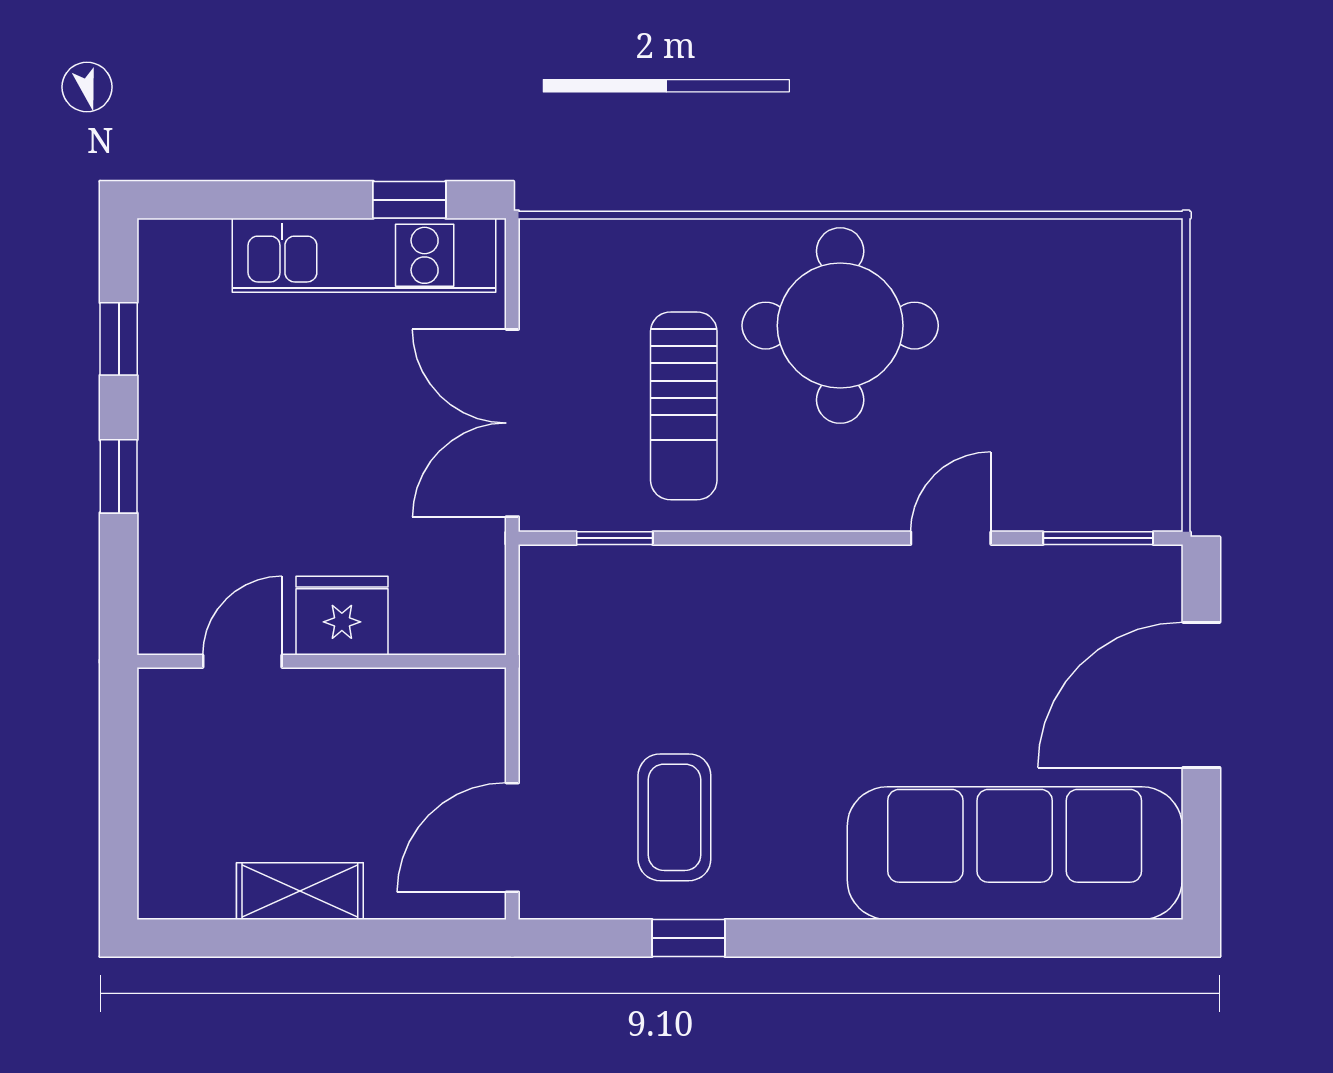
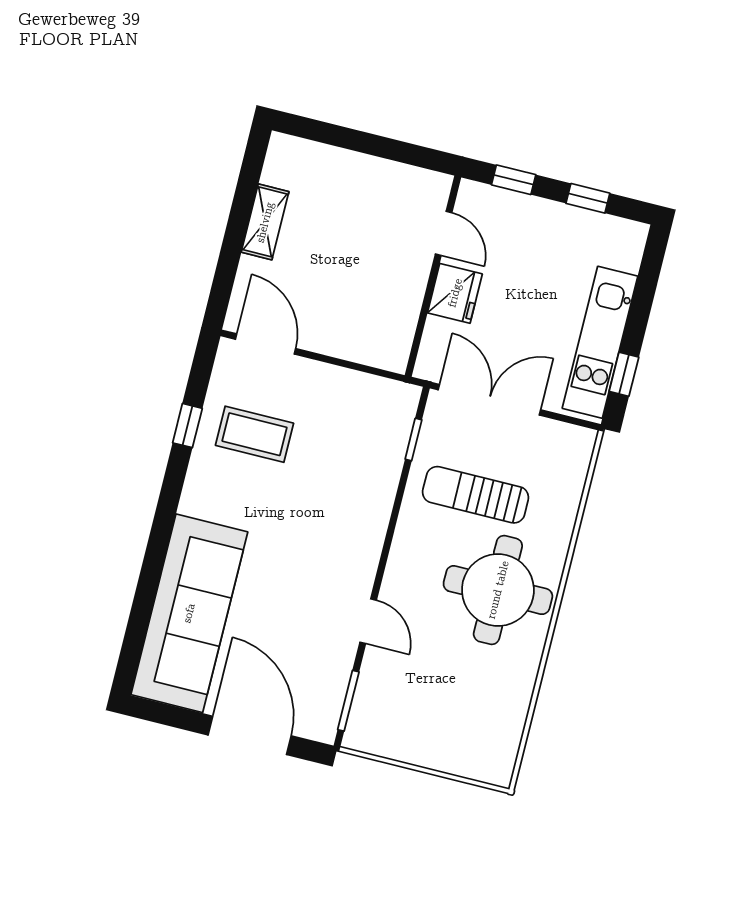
fridge: (342, 616) -> (455, 293), moved
door: (242, 661) -> (444, 233), moved
wall: (322, 661) -> (433, 276), moved

